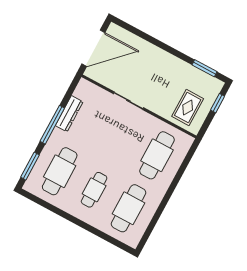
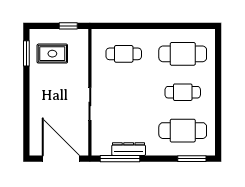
window: (218, 103) -> (68, 26), moved
rug: (188, 107) -> (52, 54), moved
window: (52, 125) -> (120, 159), moved
cafe table: (157, 155) -> (124, 54), width x0.73, depth x0.74

